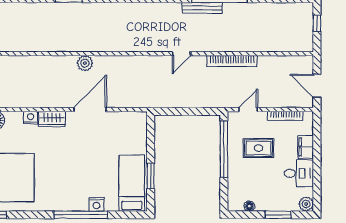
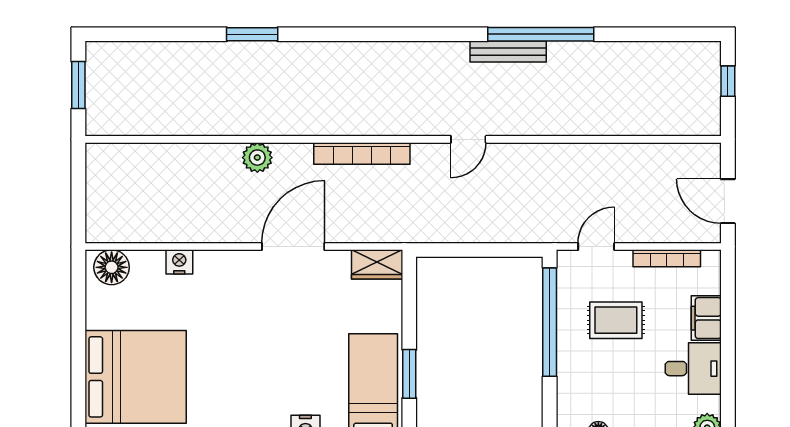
bookcase: (232, 61) -> (362, 154), moved
plant: (85, 63) -> (257, 158), moved
wardrobe: (52, 119) -> (377, 264), moved

